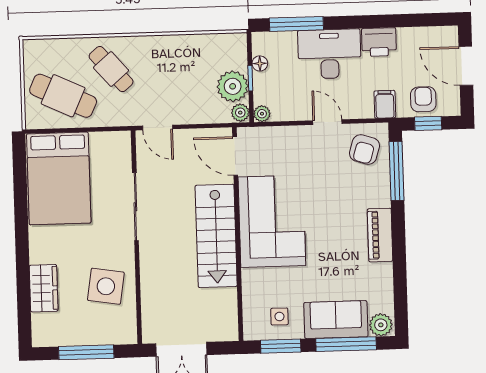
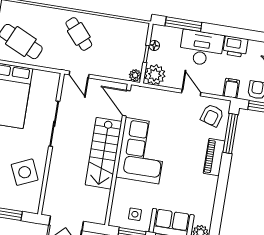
cafe table: (111, 69) -> (79, 34), moved
plant: (233, 86) -> (134, 57), removed
plant: (262, 114) -> (155, 75), width x1.87, depth x1.87
piano: (380, 235) -> (214, 157), moved
side table: (106, 286) -> (25, 172), turned -33

